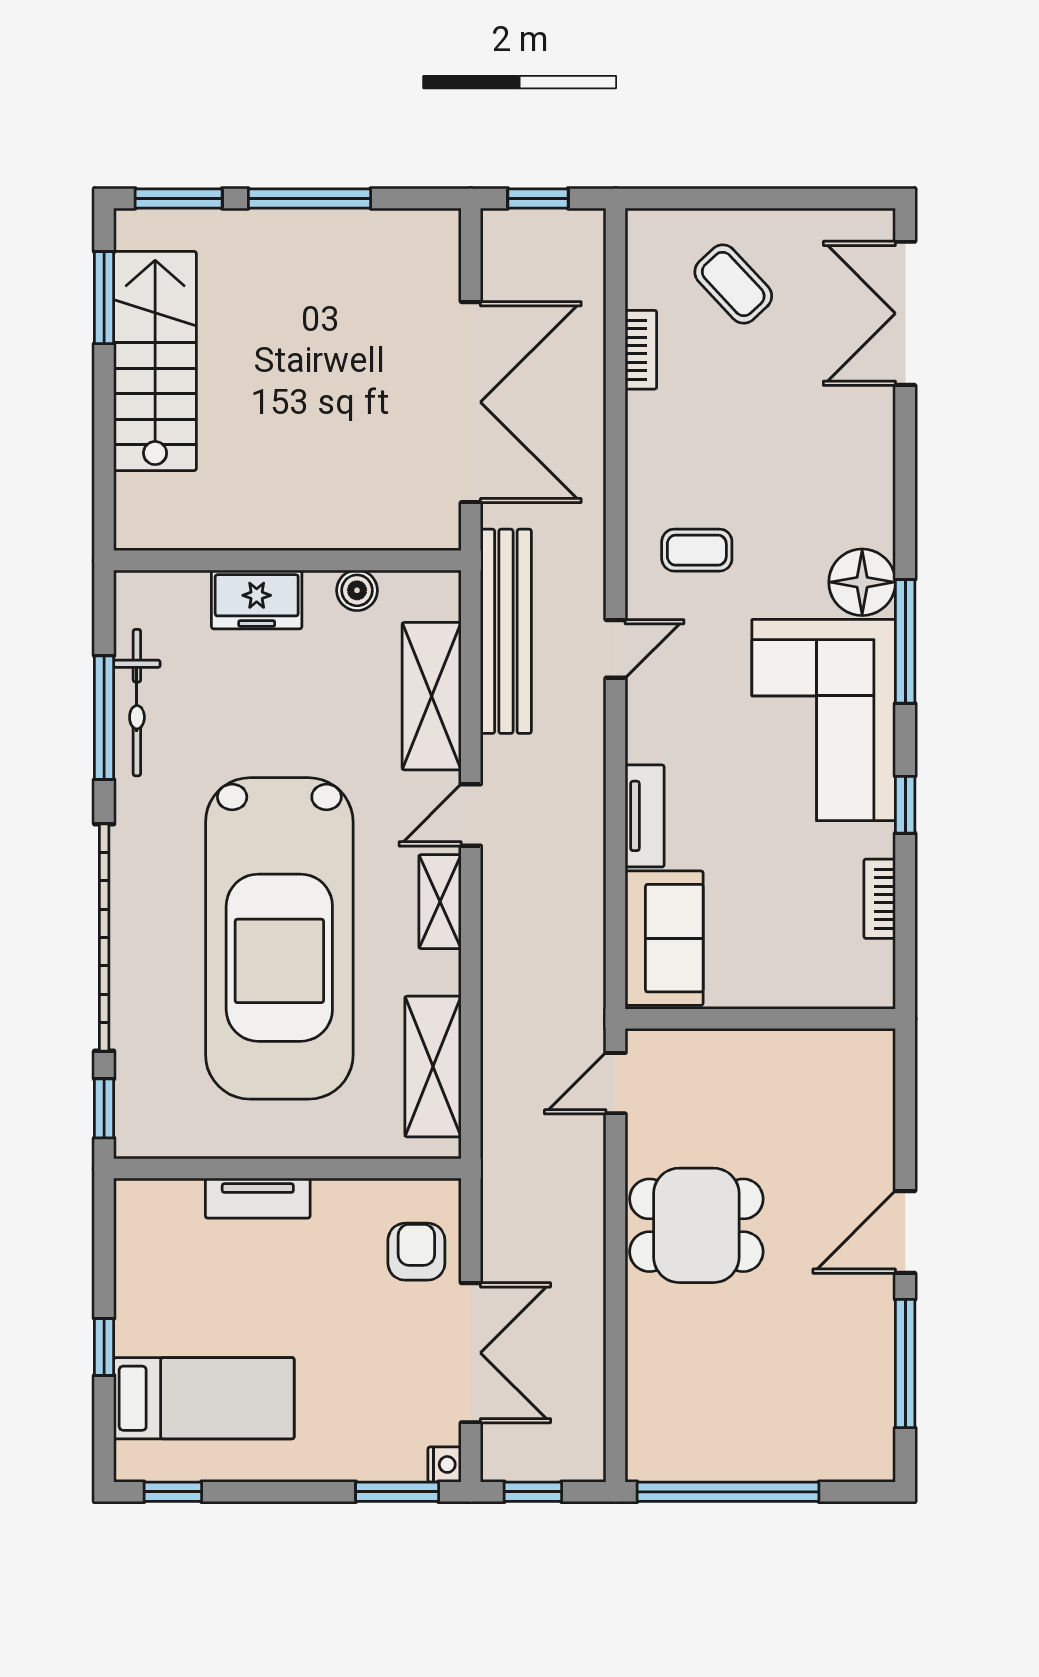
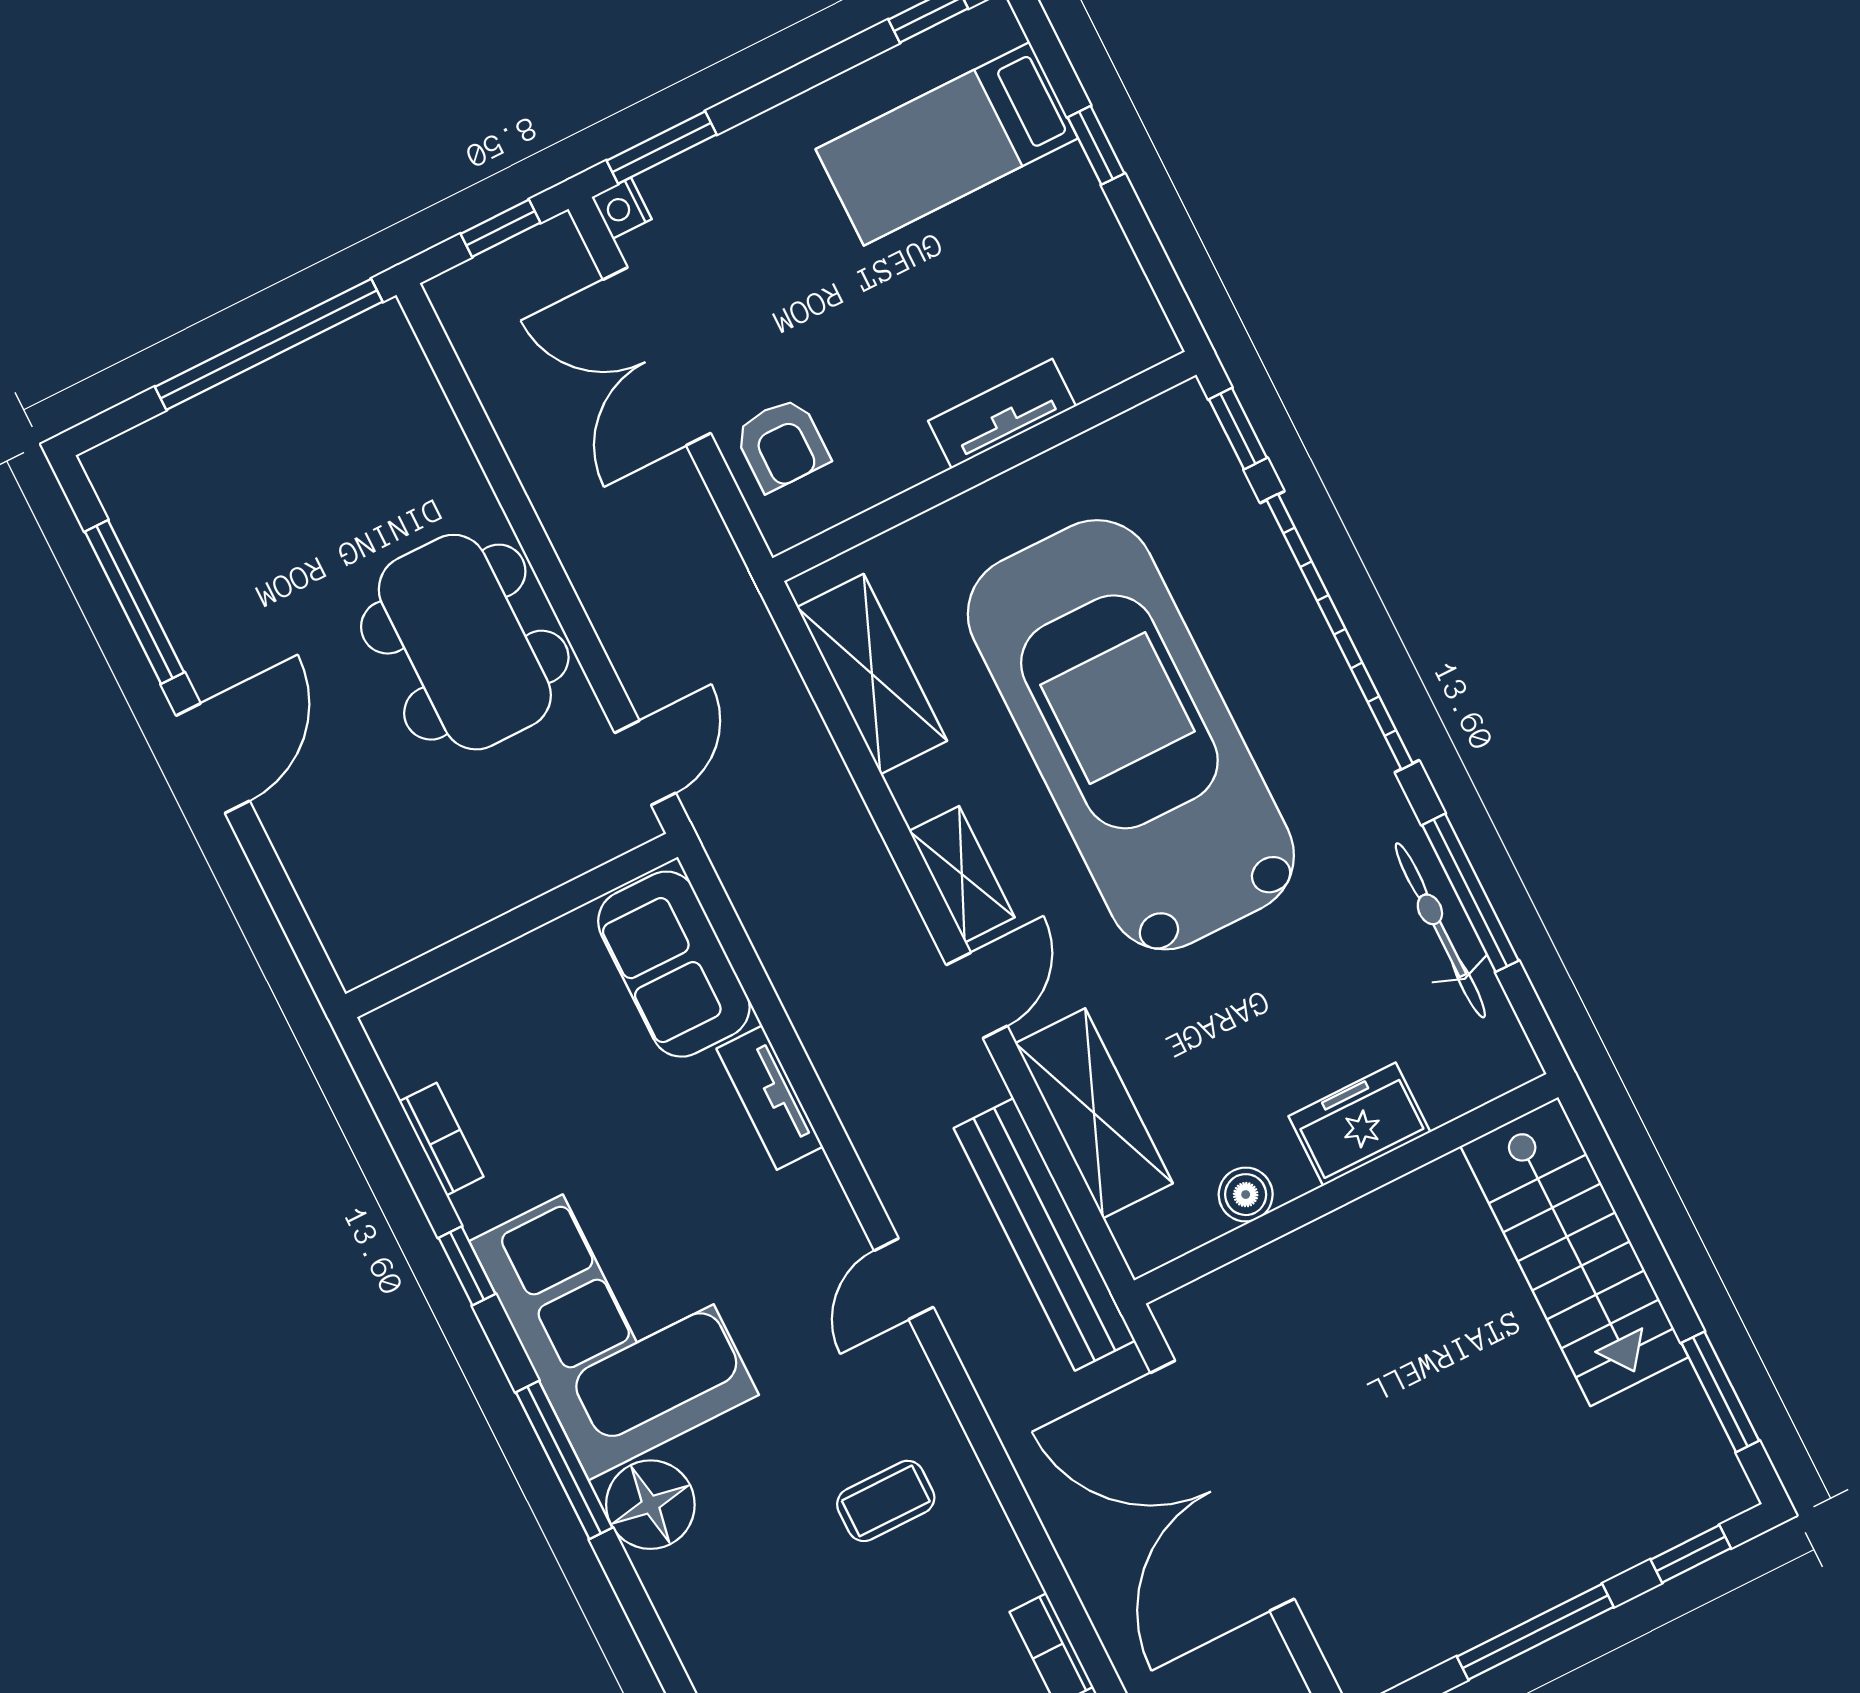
window: (179, 198) -> (1691, 1554), width x0.67
stairs: (155, 361) -> (1574, 1252), moved
coffee table: (697, 550) -> (886, 1501), moved
dining table: (696, 1225) -> (465, 642), width x1.38

